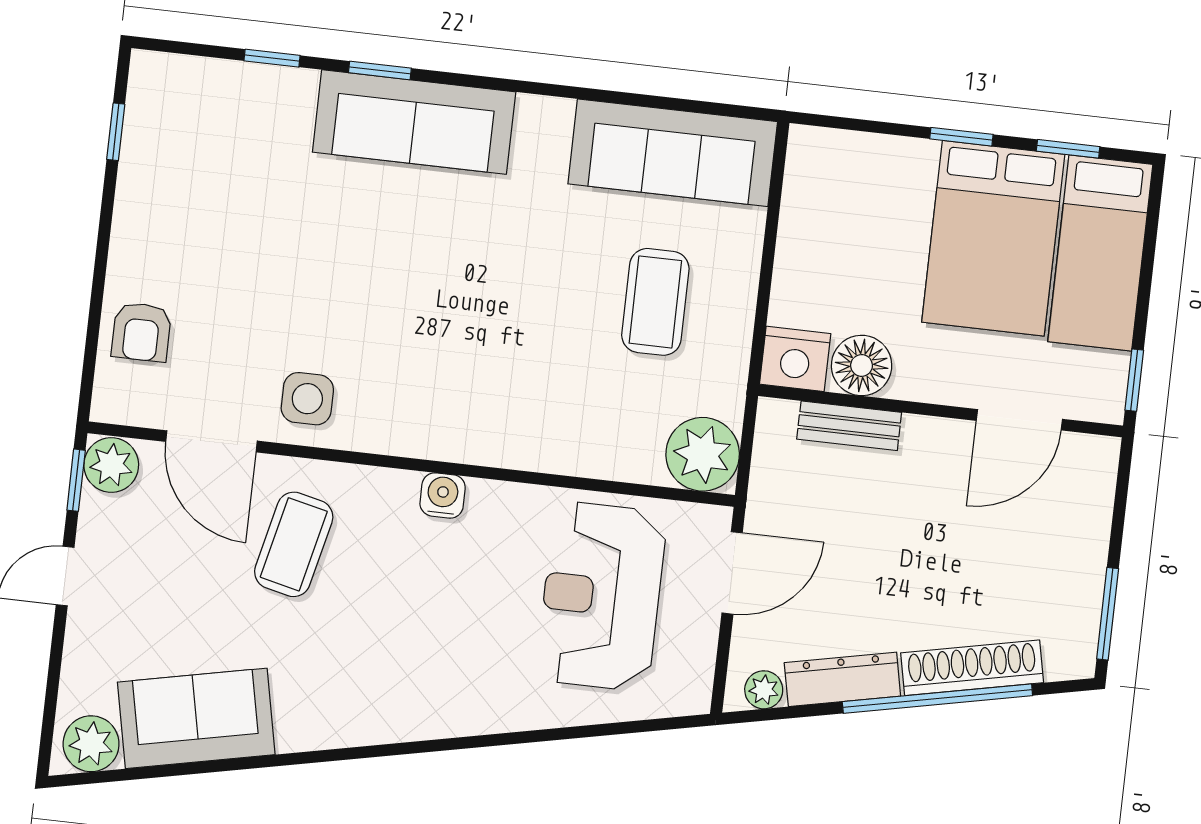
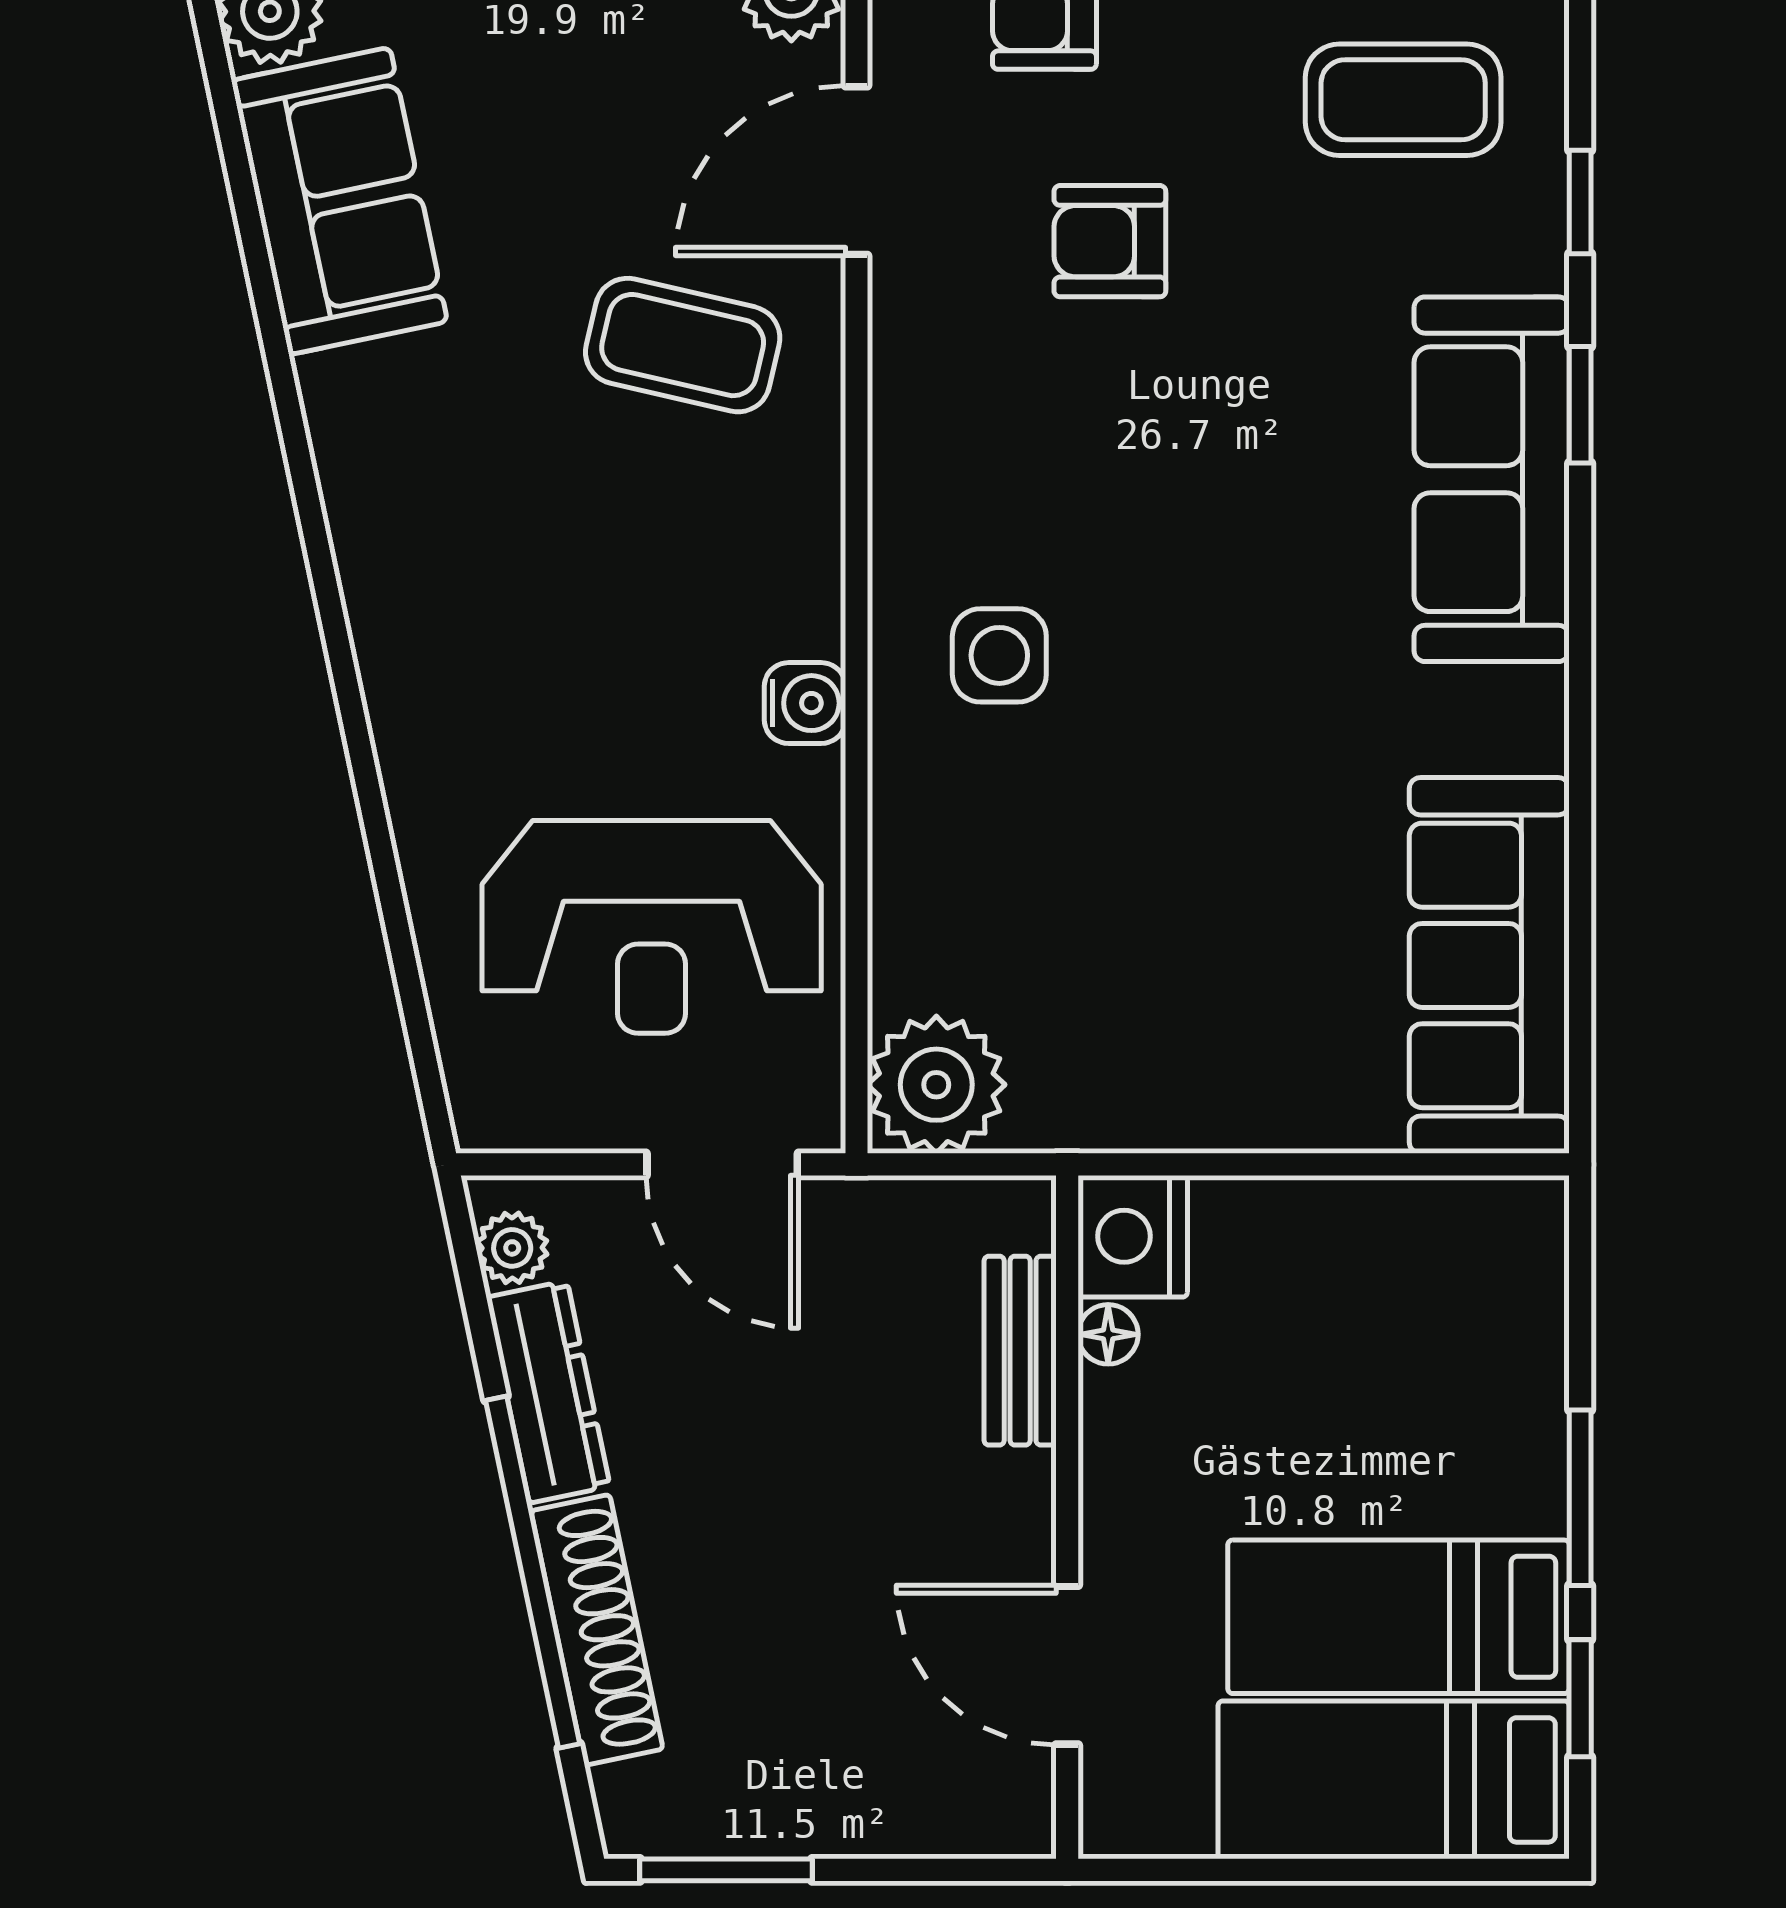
window: (961, 137) -> (1580, 1498), width x1.50
bed: (993, 238) -> (1399, 1617), width x0.67
coffee table: (655, 302) -> (1403, 100), moved
armchair: (264, 311) -> (1110, 241), added
floor lamp: (862, 365) -> (1108, 1334), width x0.53, depth x0.53
window: (1134, 380) -> (1165, 1870), removed
side table: (307, 399) -> (999, 655), moved
water cooler: (443, 495) -> (805, 703), moved
reception desk: (601, 596) -> (652, 927), turned 180

